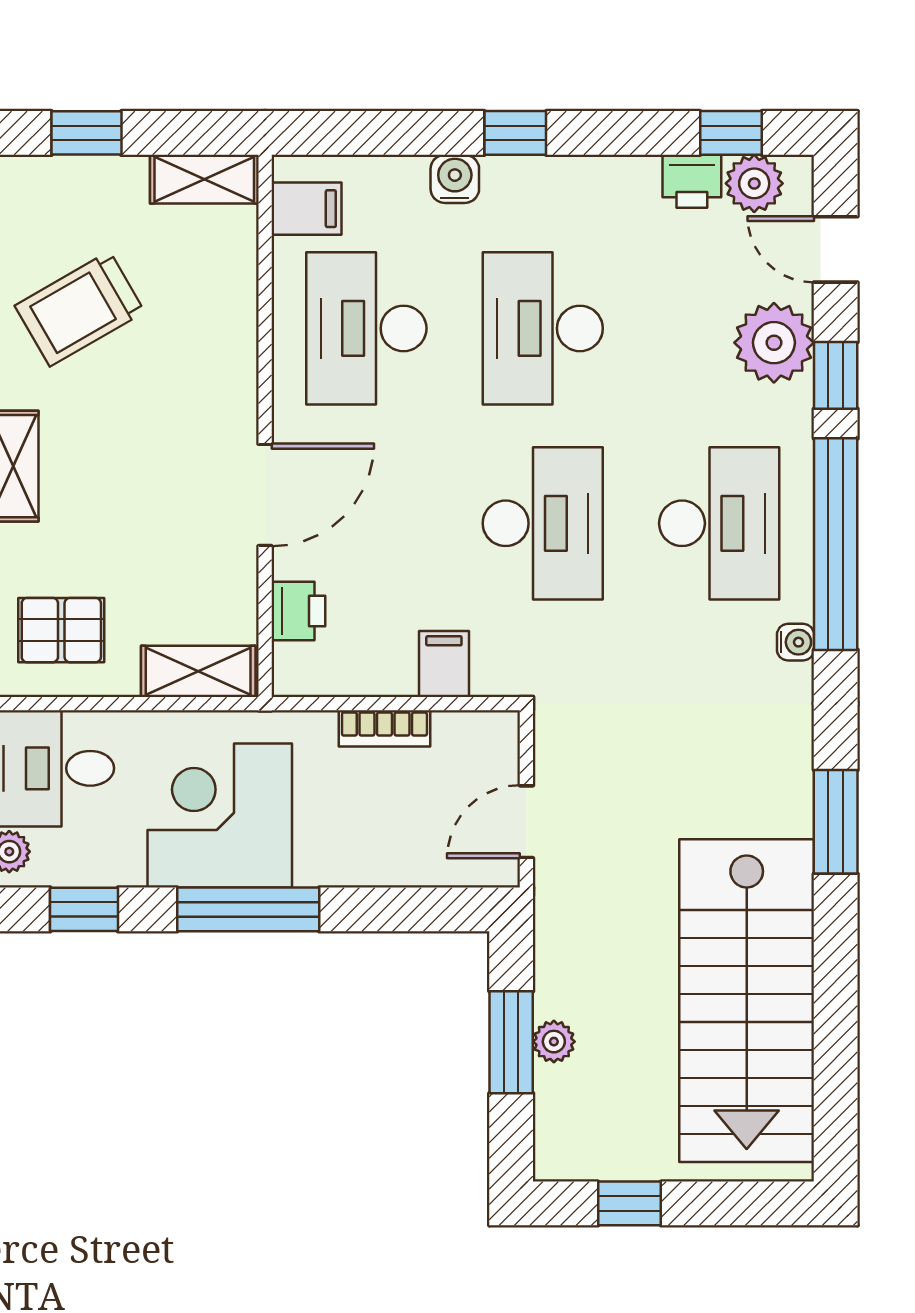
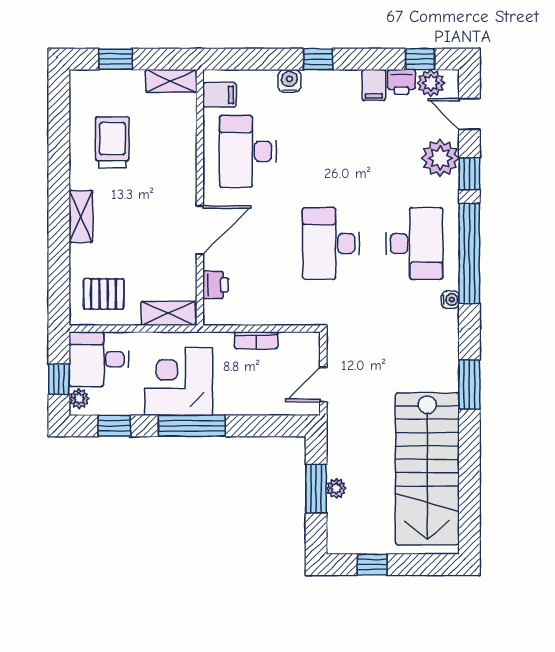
trolley: (80, 309) -> (112, 142), turned 120
desk: (543, 328) -> (331, 151), removed
desk: (543, 523) -> (331, 243), turned 180
filing cabinet: (444, 664) -> (374, 85), moved, turned 180

